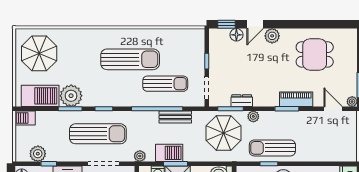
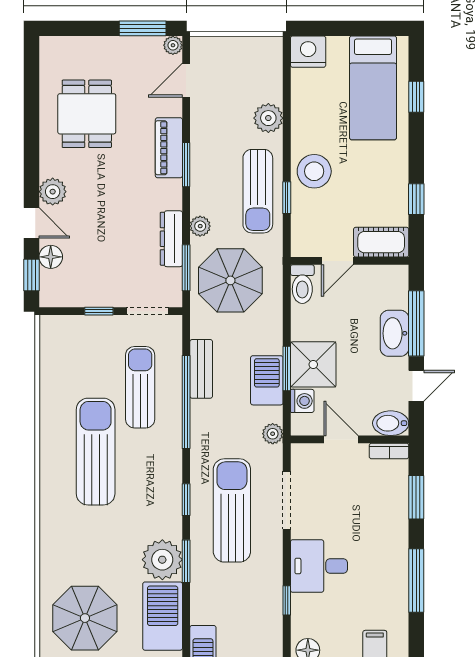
dresser: (242, 101) -> (171, 239), width x1.44
plant: (38, 154) -> (268, 118), moved

